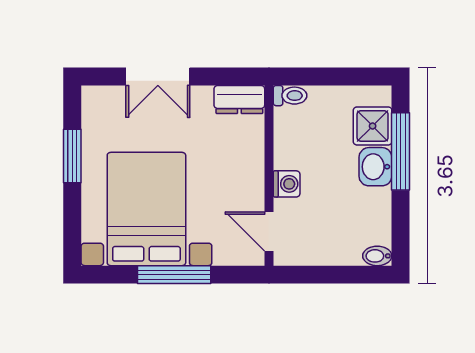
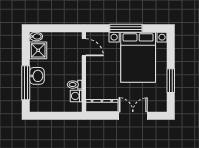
toilet: (290, 96) -> (75, 85), moved
dresser: (239, 100) -> (102, 106), width x1.44
shower: (373, 126) -> (38, 50), moved
washing machine: (287, 184) -> (76, 96), moved

